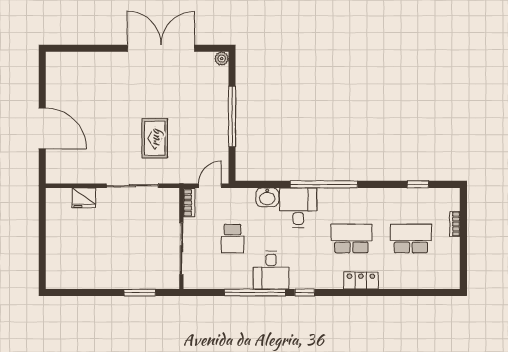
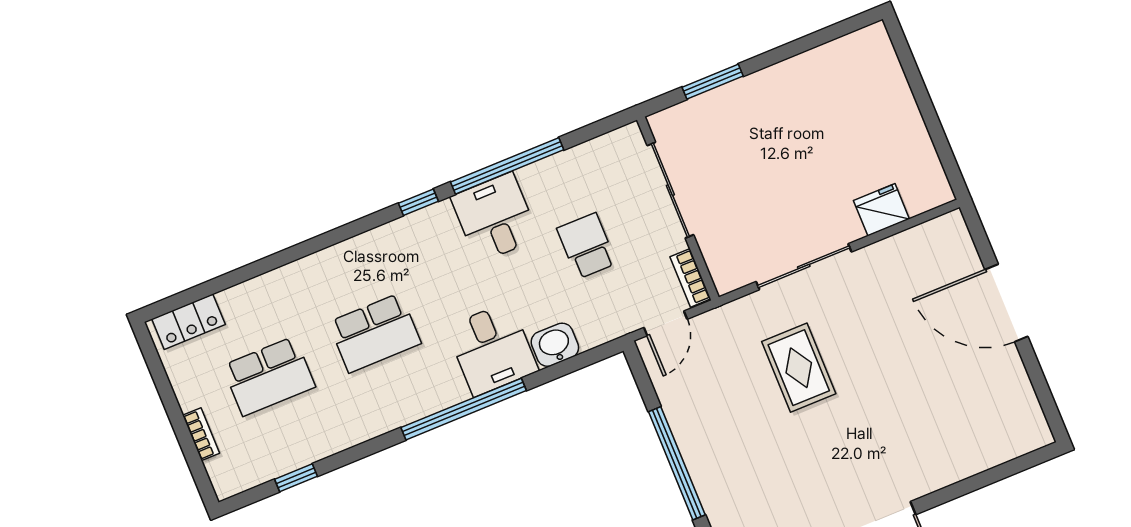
locker: (361, 281) -> (188, 322), moved

